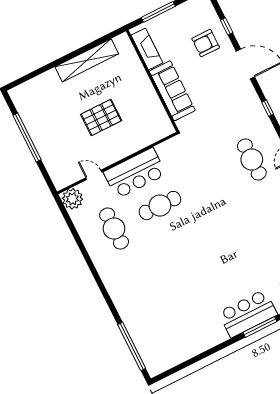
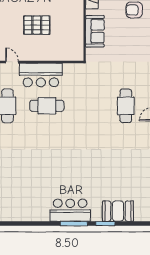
sofa: (172, 91) -> (95, 31), width x0.73

